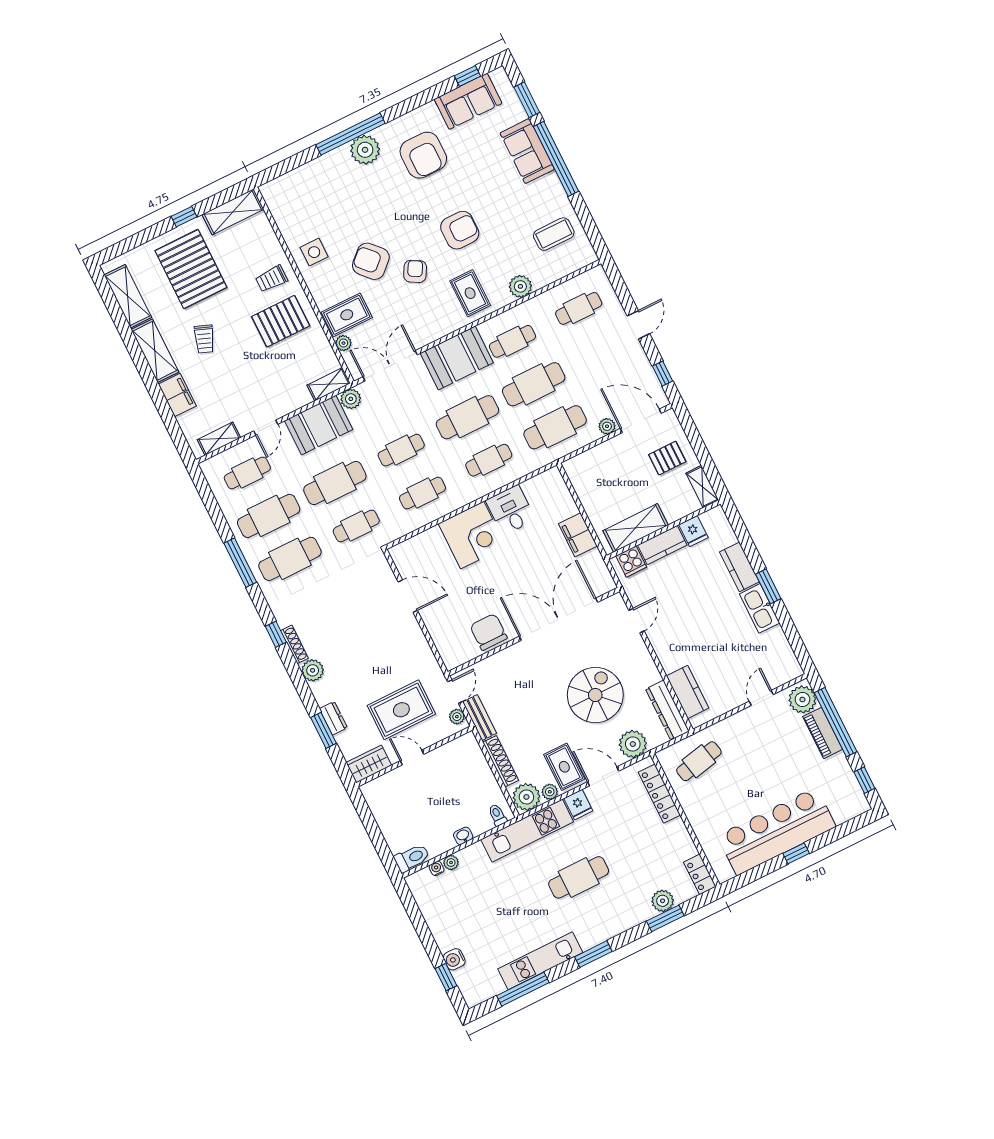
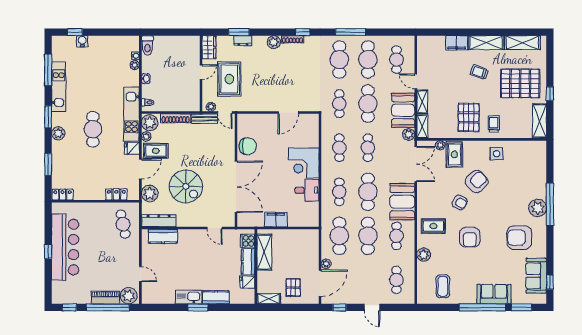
shelving: (219, 439) -> (422, 102), moved
locker: (659, 794) -> (116, 194), width x0.66
plant: (663, 901) -> (58, 133), moved

